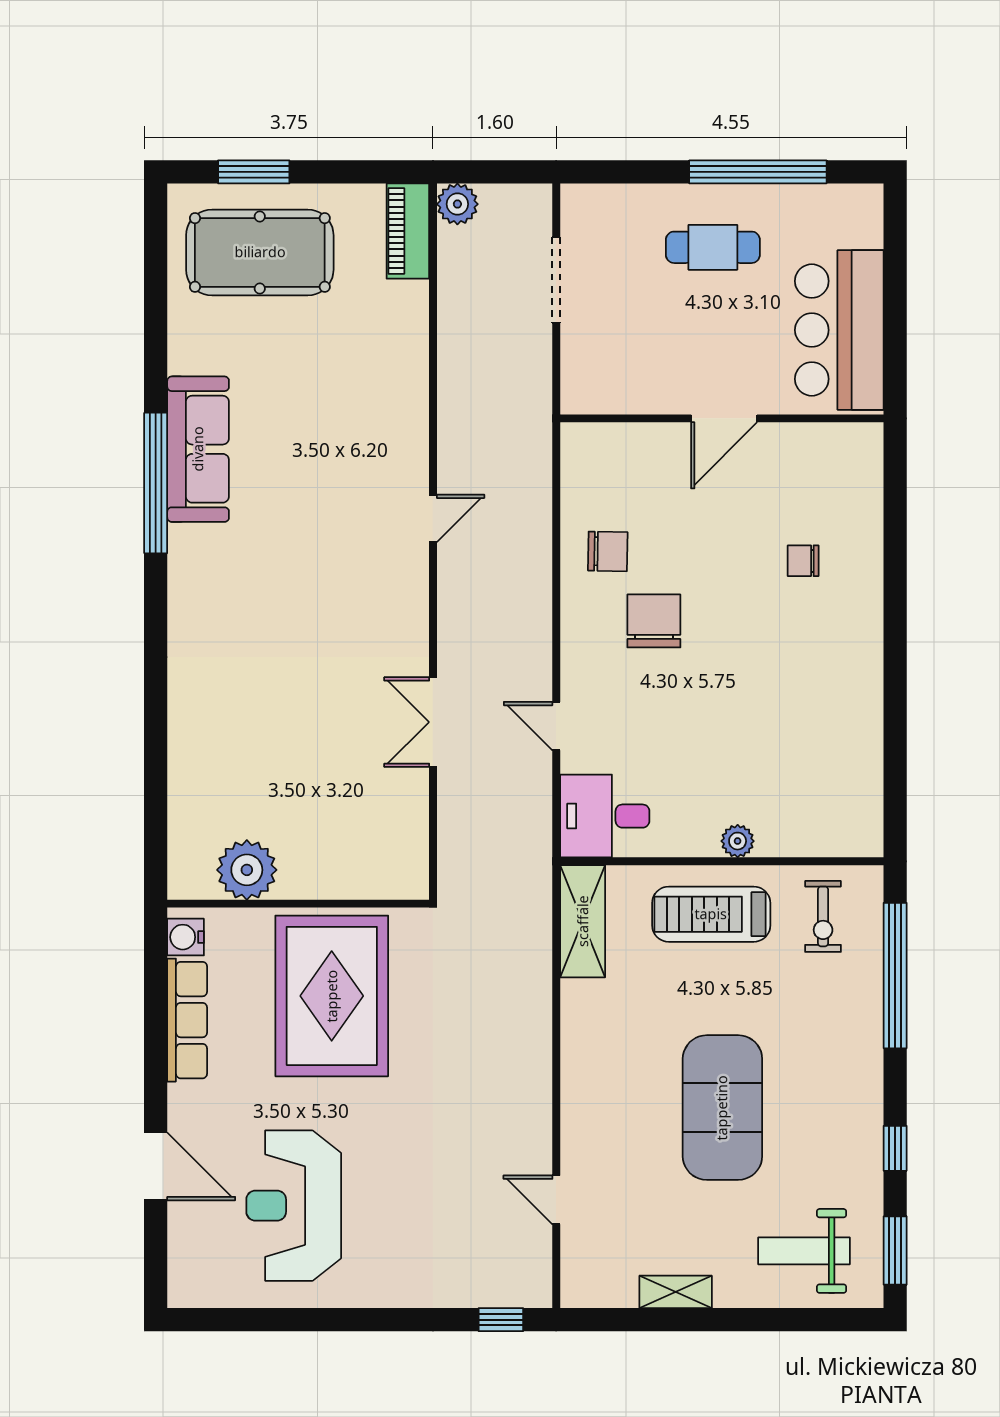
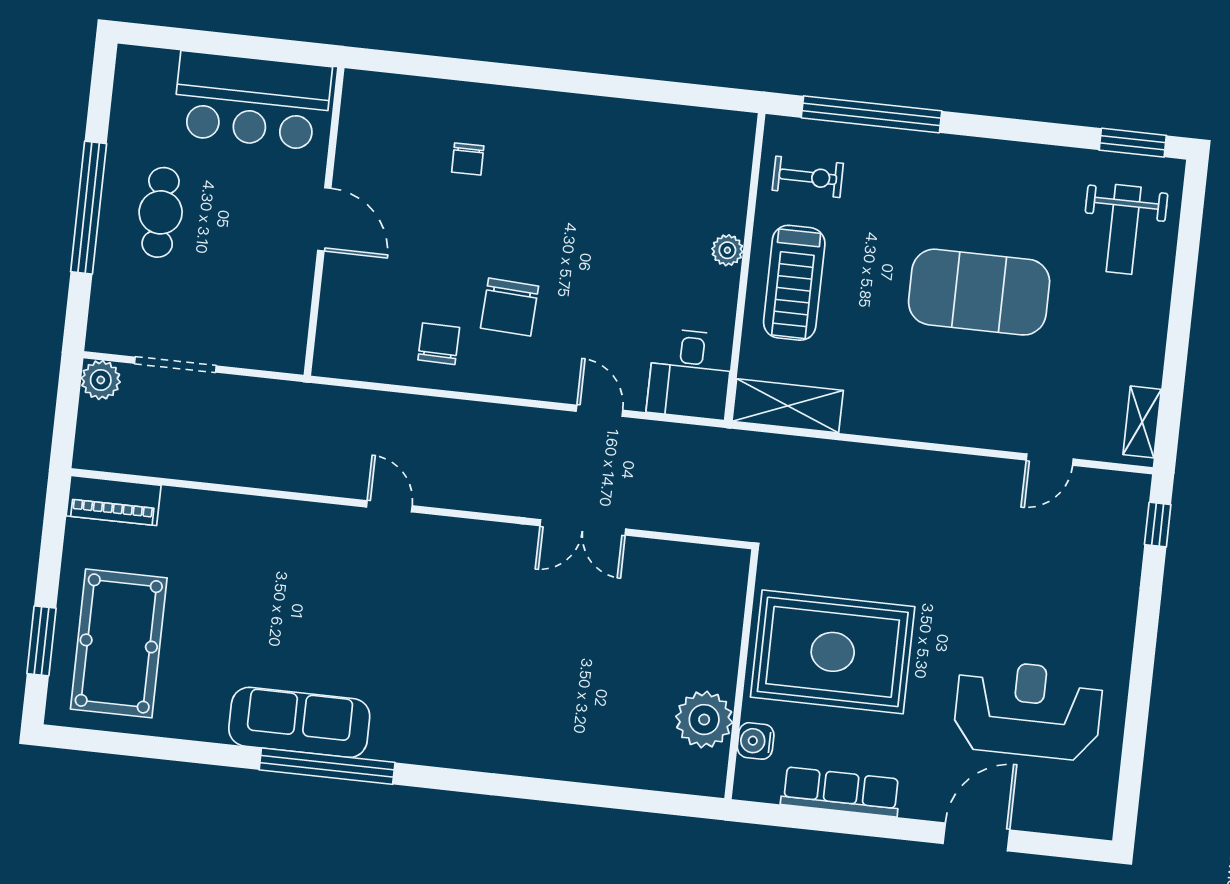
window: (758, 172) -> (89, 208), moved
plant: (457, 204) -> (101, 380), moved
chair: (654, 621) -> (510, 307), turned -87
door: (556, 726) -> (599, 411), swing flipped
water cooler: (186, 937) -> (756, 741), moved, turned 90
window: (895, 1148) -> (1036, 132), removed
reception desk: (294, 1206) -> (1028, 710), turned 180
shelving: (676, 1292) -> (1142, 422), moved

